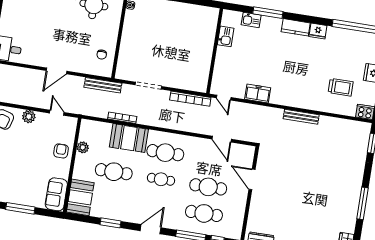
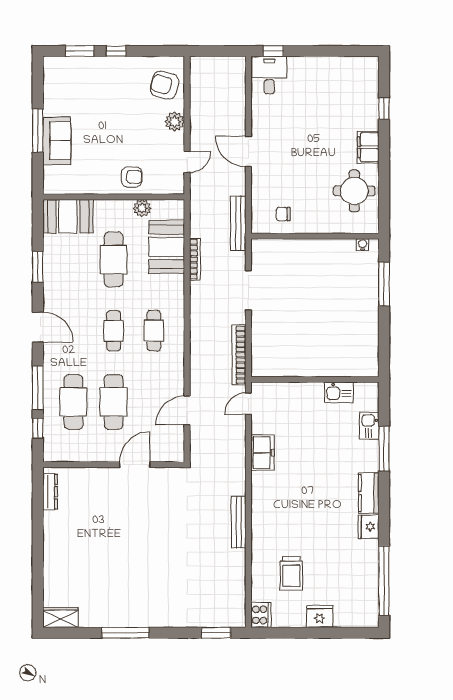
booth: (129, 138) -> (167, 247), moved
cafe table: (165, 153) -> (154, 331), width x0.73, depth x0.74
sofa: (56, 194) -> (57, 141), moved, turned 90

